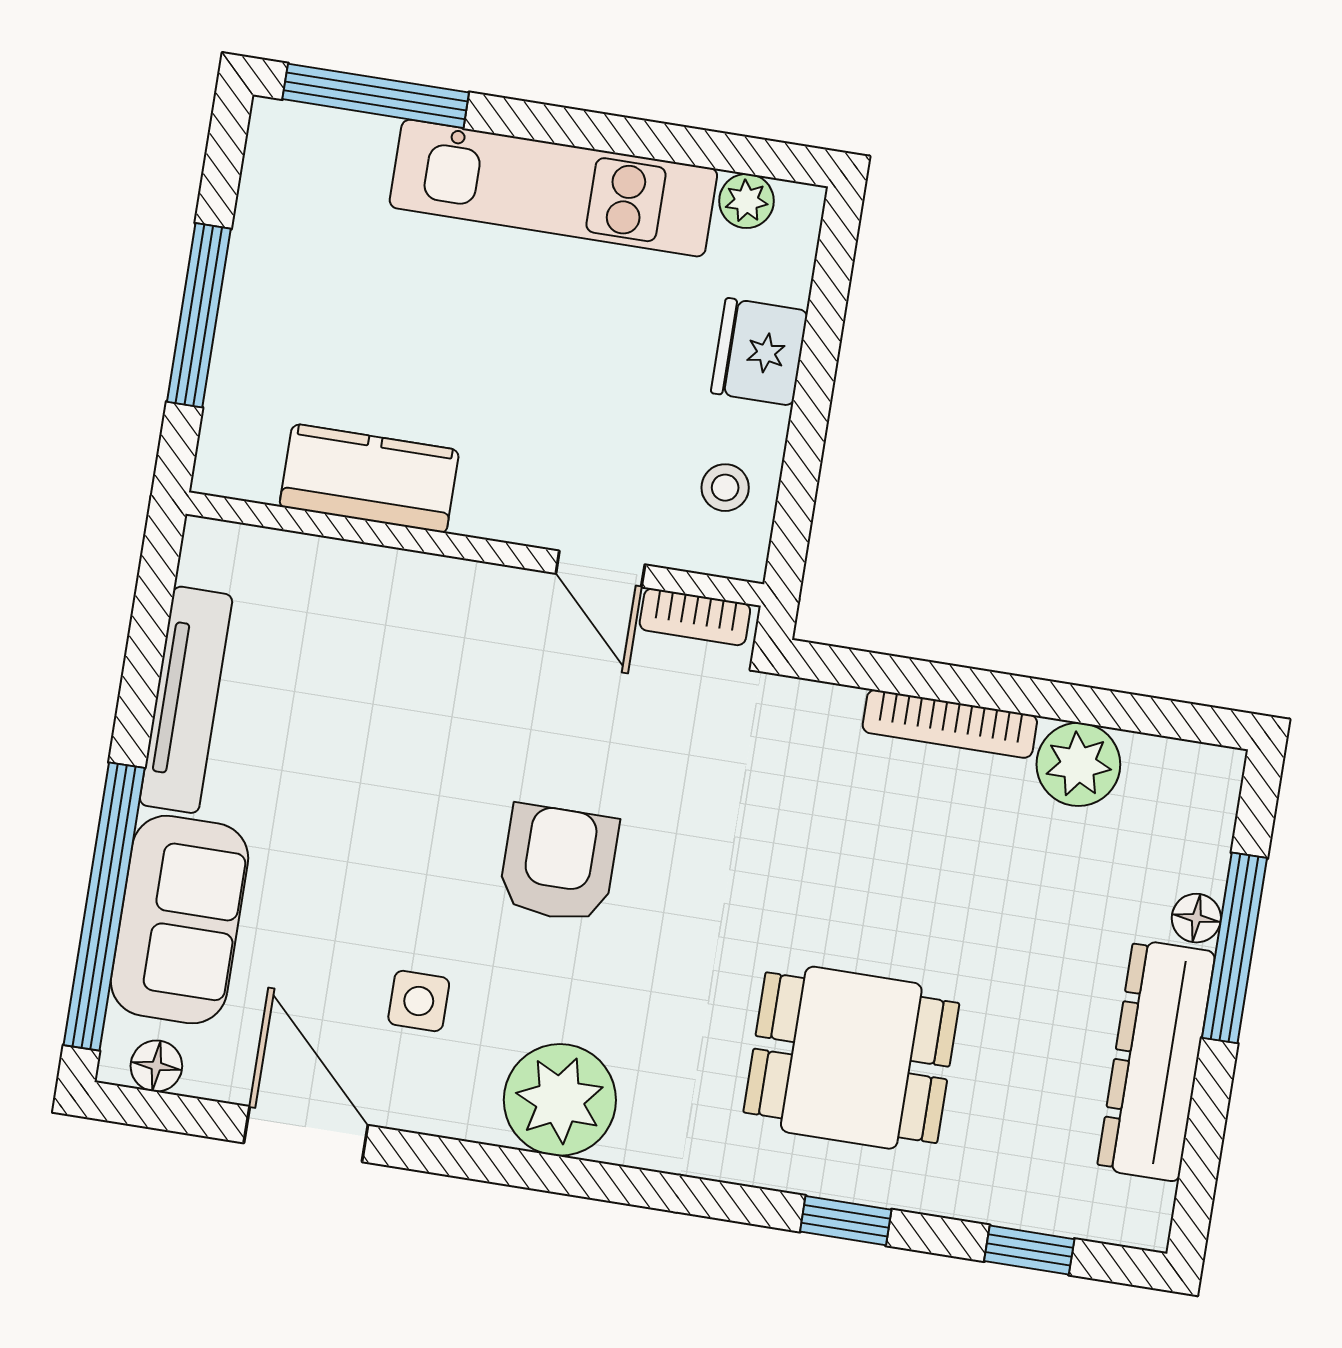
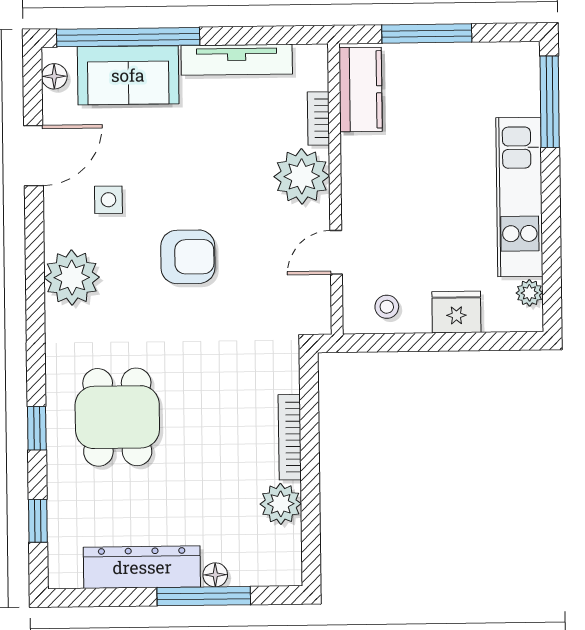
kitchen counter: (369, 478) -> (361, 90), moved
plant: (438, 611) -> (302, 176), added
bookcase: (695, 617) -> (318, 118), moved

